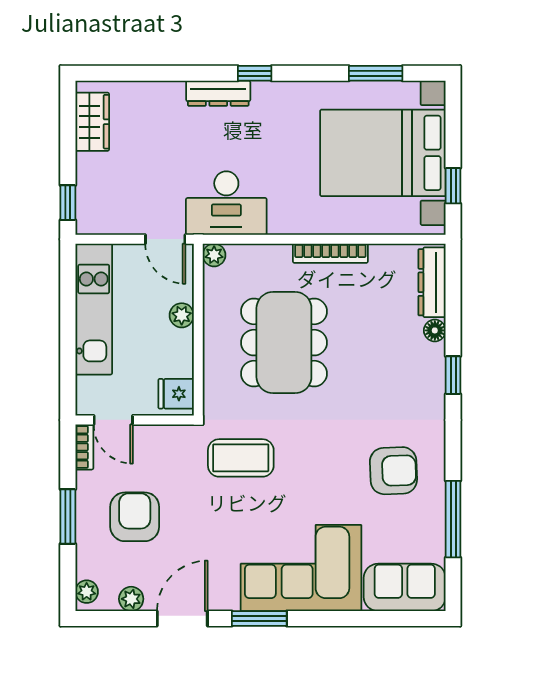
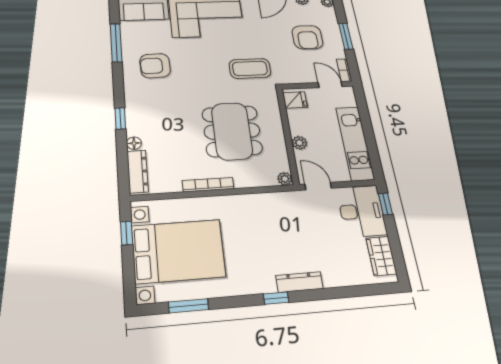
desk: (226, 203) -> (362, 211), moved, turned 90

